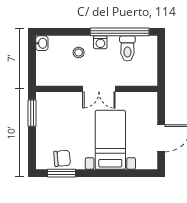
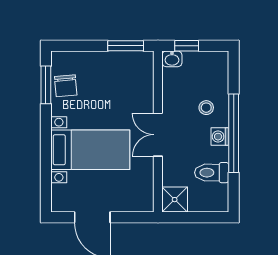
window: (120, 32) -> (234, 133), moved
washbasin: (42, 43) -> (172, 59), moved
window: (32, 67) -> (187, 46), added
shower: (148, 76) -> (175, 200), added

